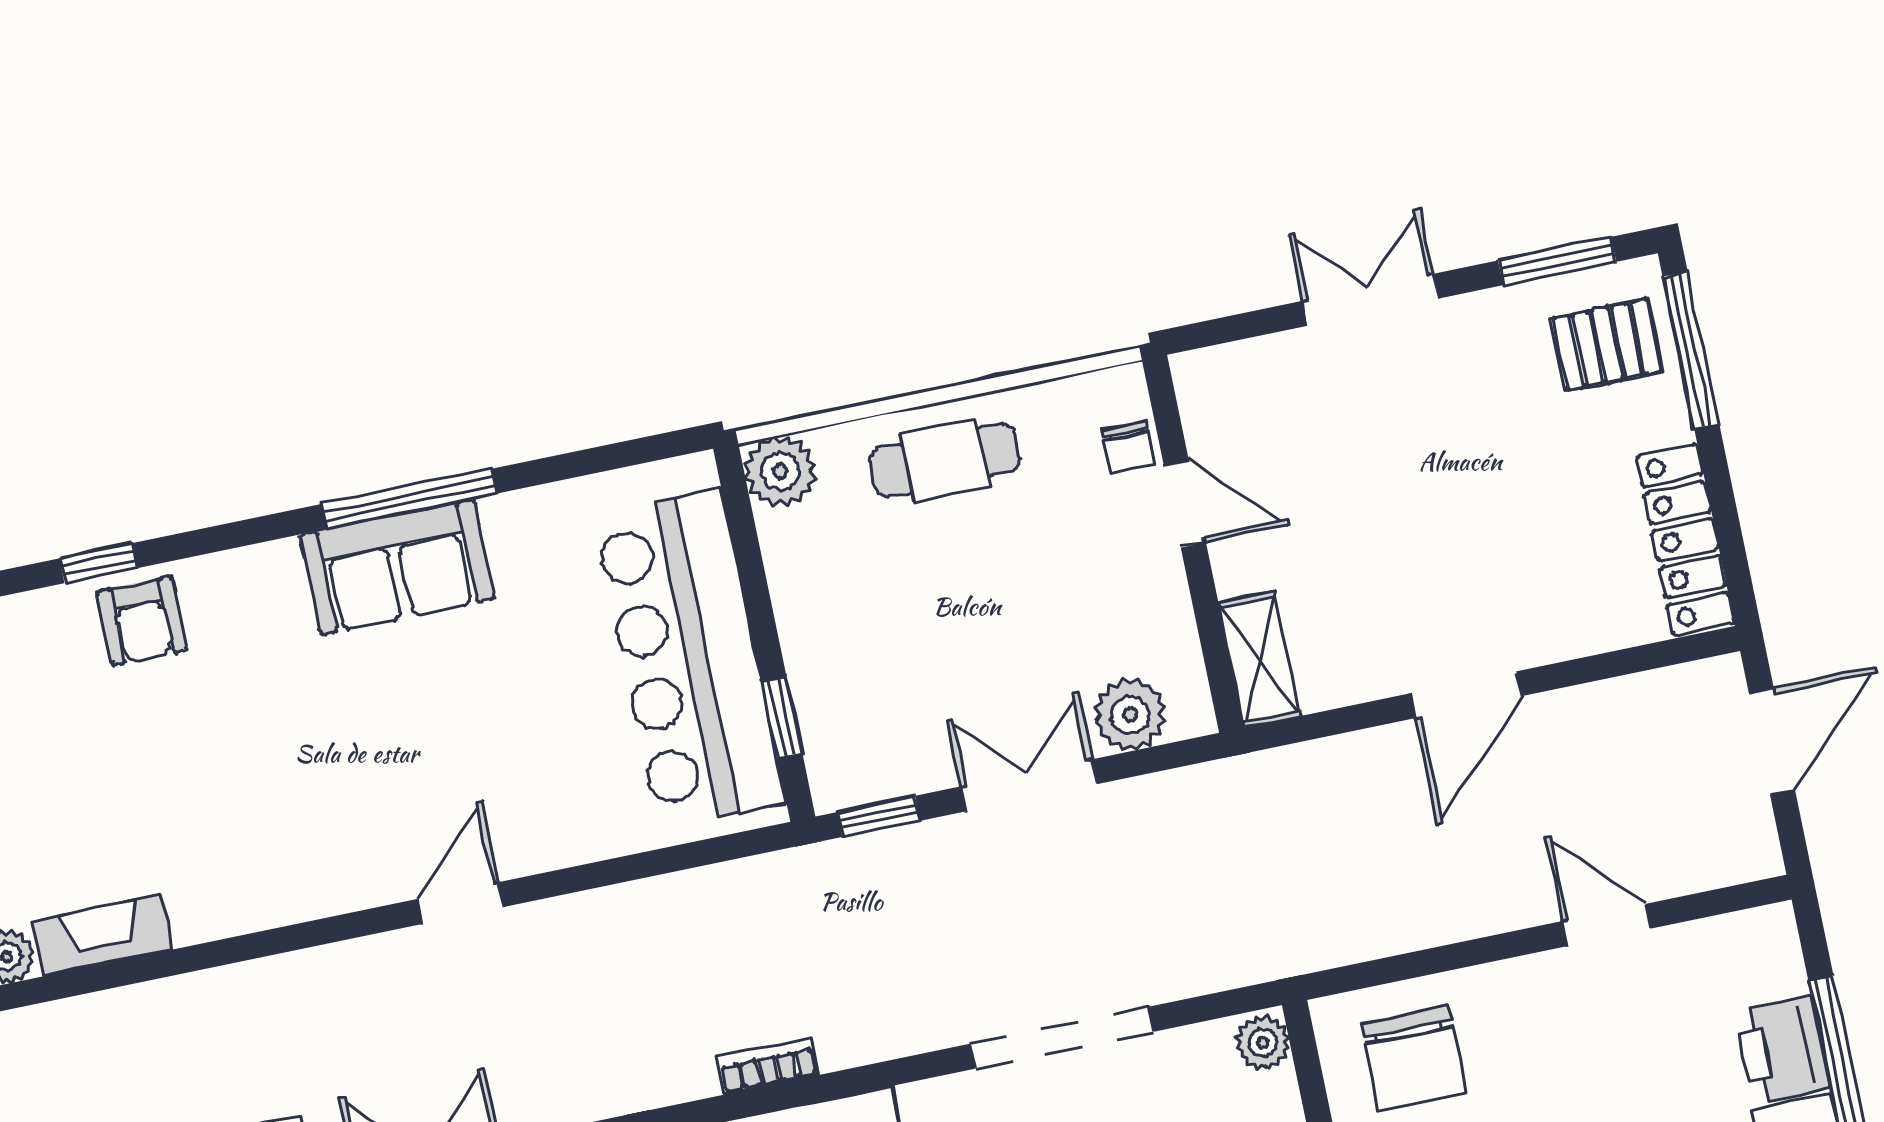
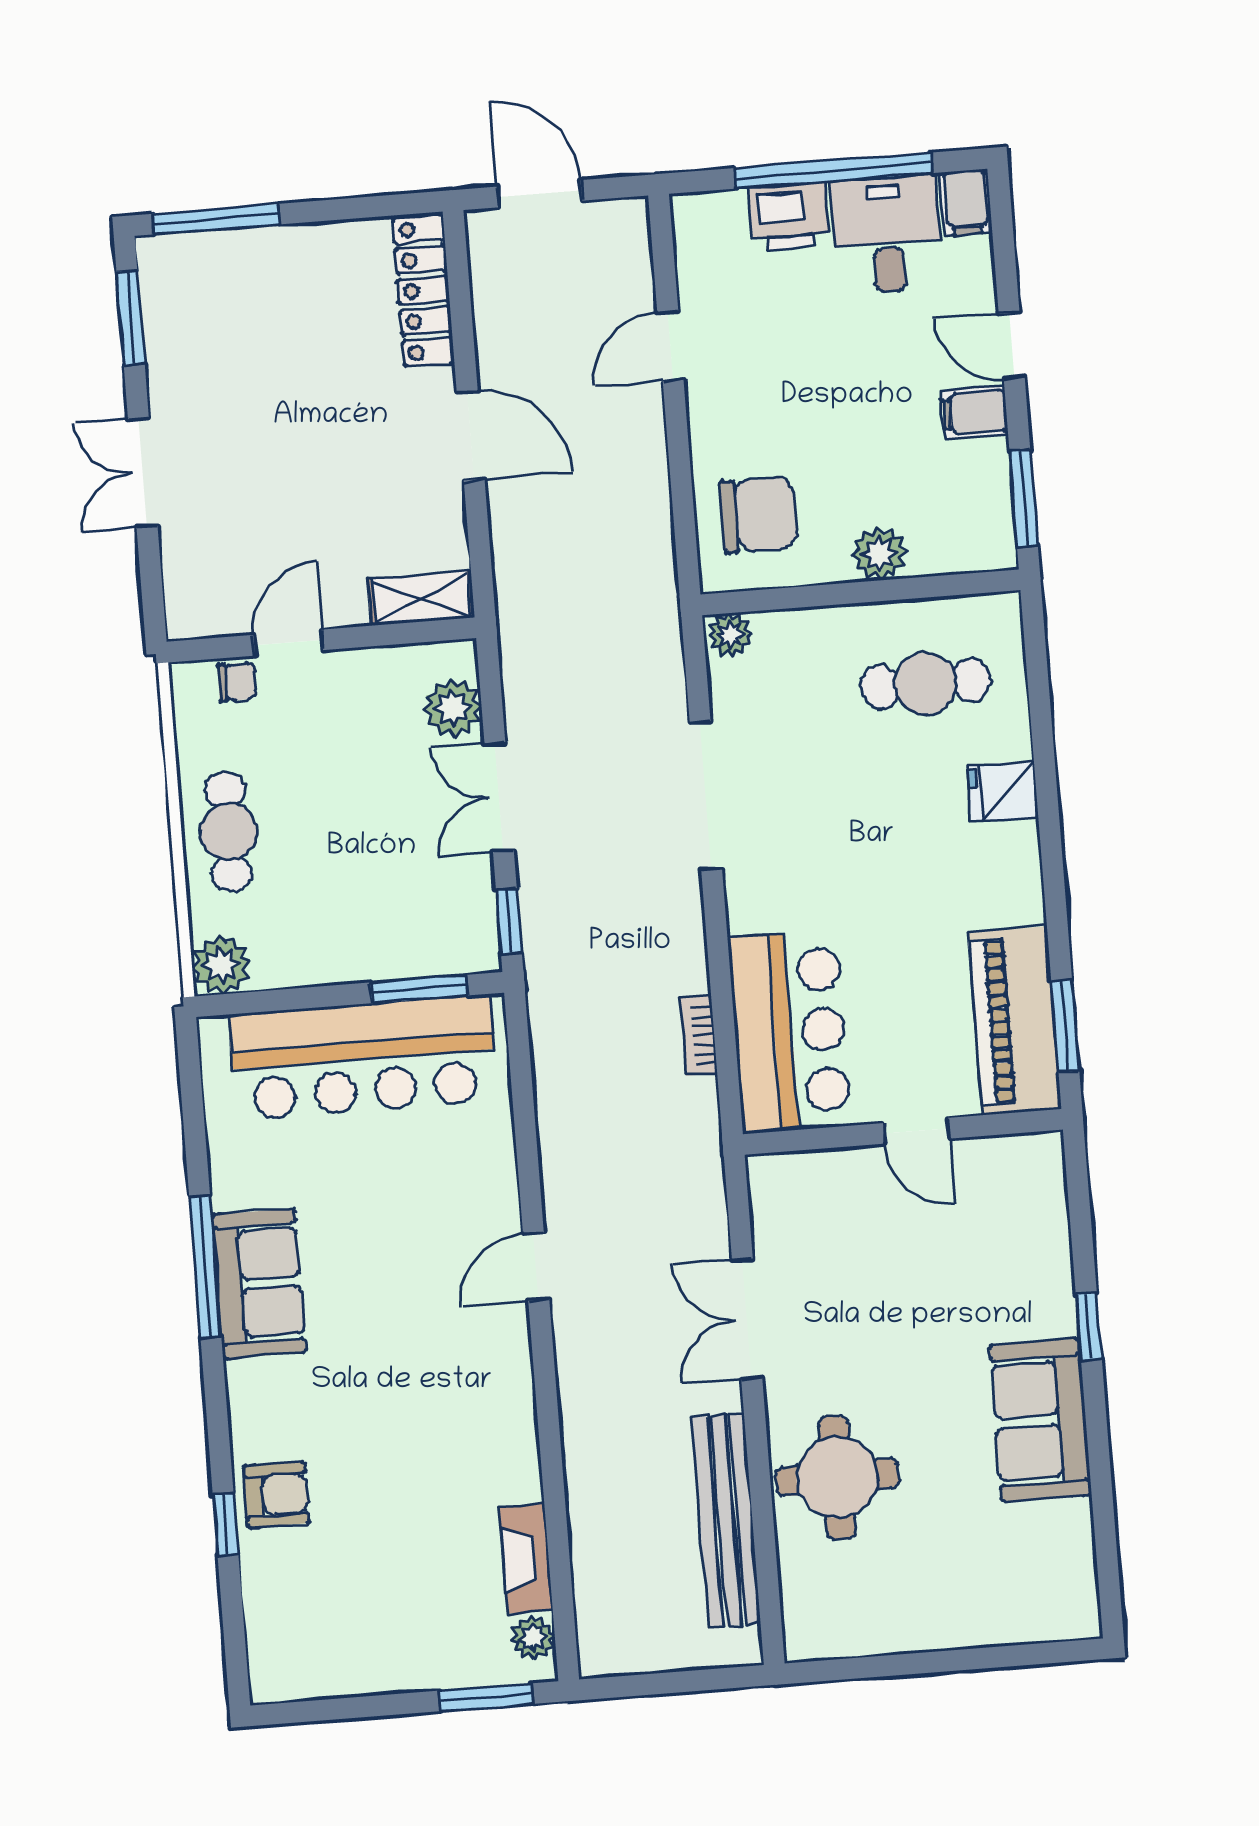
pallet: (1607, 345) -> (203, 286), removed
locker: (1685, 540) -> (423, 290), moved, turned 90
window: (782, 718) -> (419, 989), width x1.50
door: (461, 903) -> (536, 1267), hinge flipped

